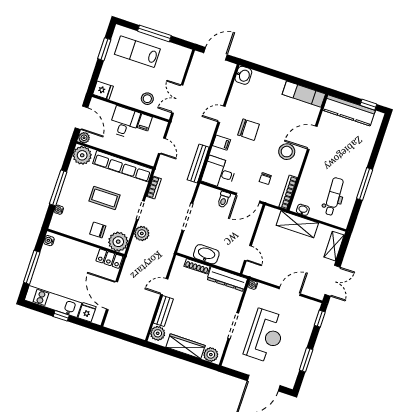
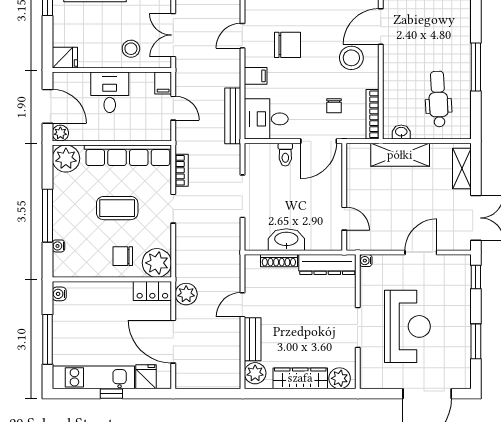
filing cabinet: (145, 122) -> (163, 83), moved
plant: (142, 233) -> (186, 294), moved

